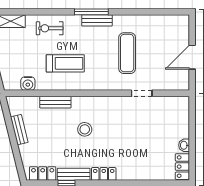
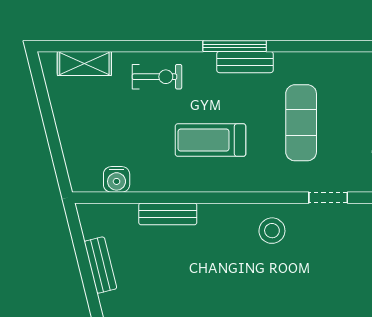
exercise bike: (50, 28) -> (157, 77), turned 180
treadmill: (65, 63) -> (211, 140), moved, turned 180
stool: (85, 129) -> (272, 231), moved

